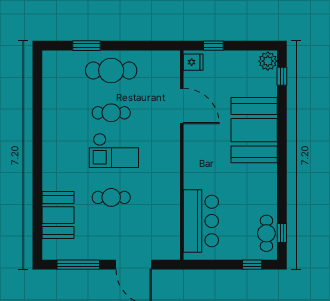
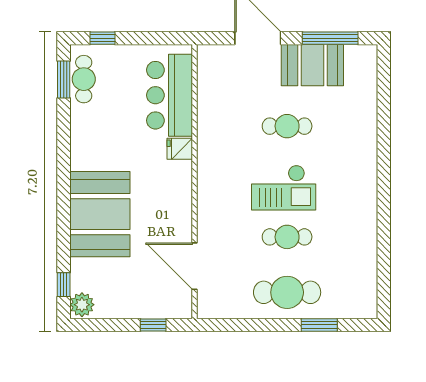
fridge: (193, 62) -> (180, 149), moved
door: (182, 106) -> (195, 266), moved
checkout: (114, 150) -> (284, 188), turned 180
booth: (58, 215) -> (312, 65), moved, turned 90
window: (282, 233) -> (64, 79), width x1.50

